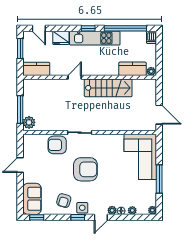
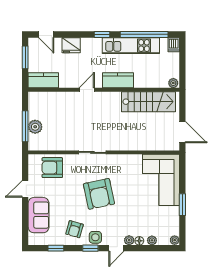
kitchen unit: (95, 38) -> (131, 46), moved
kitchen counter: (132, 69) -> (118, 80), moved
stairs: (108, 88) -> (148, 102), moved
plant: (29, 122) -> (35, 127), moved
armchair: (57, 145) -> (52, 168), moved
armchair: (85, 169) -> (99, 194), turned 78
window: (159, 179) -> (182, 205), width x0.69
sofa: (32, 199) -> (39, 215), moved
window: (37, 217) -> (56, 248), moved

